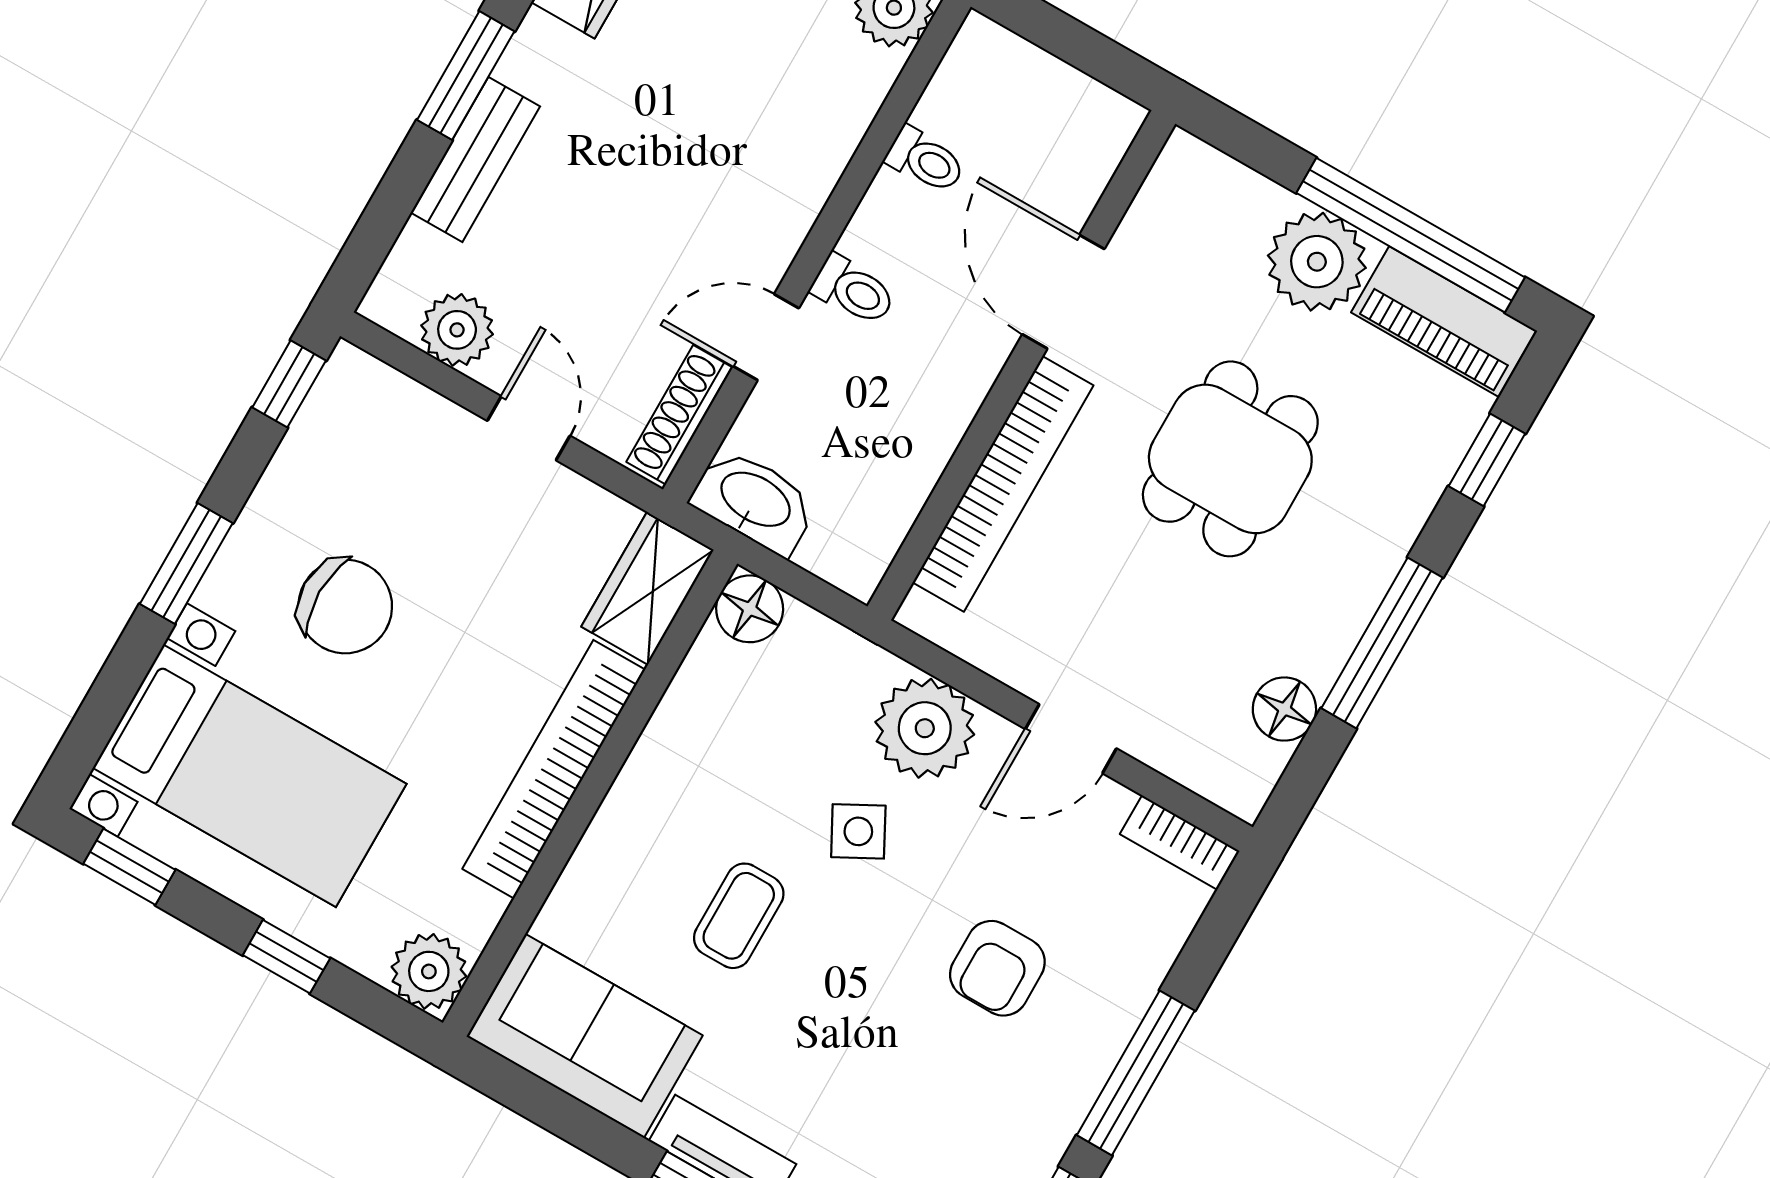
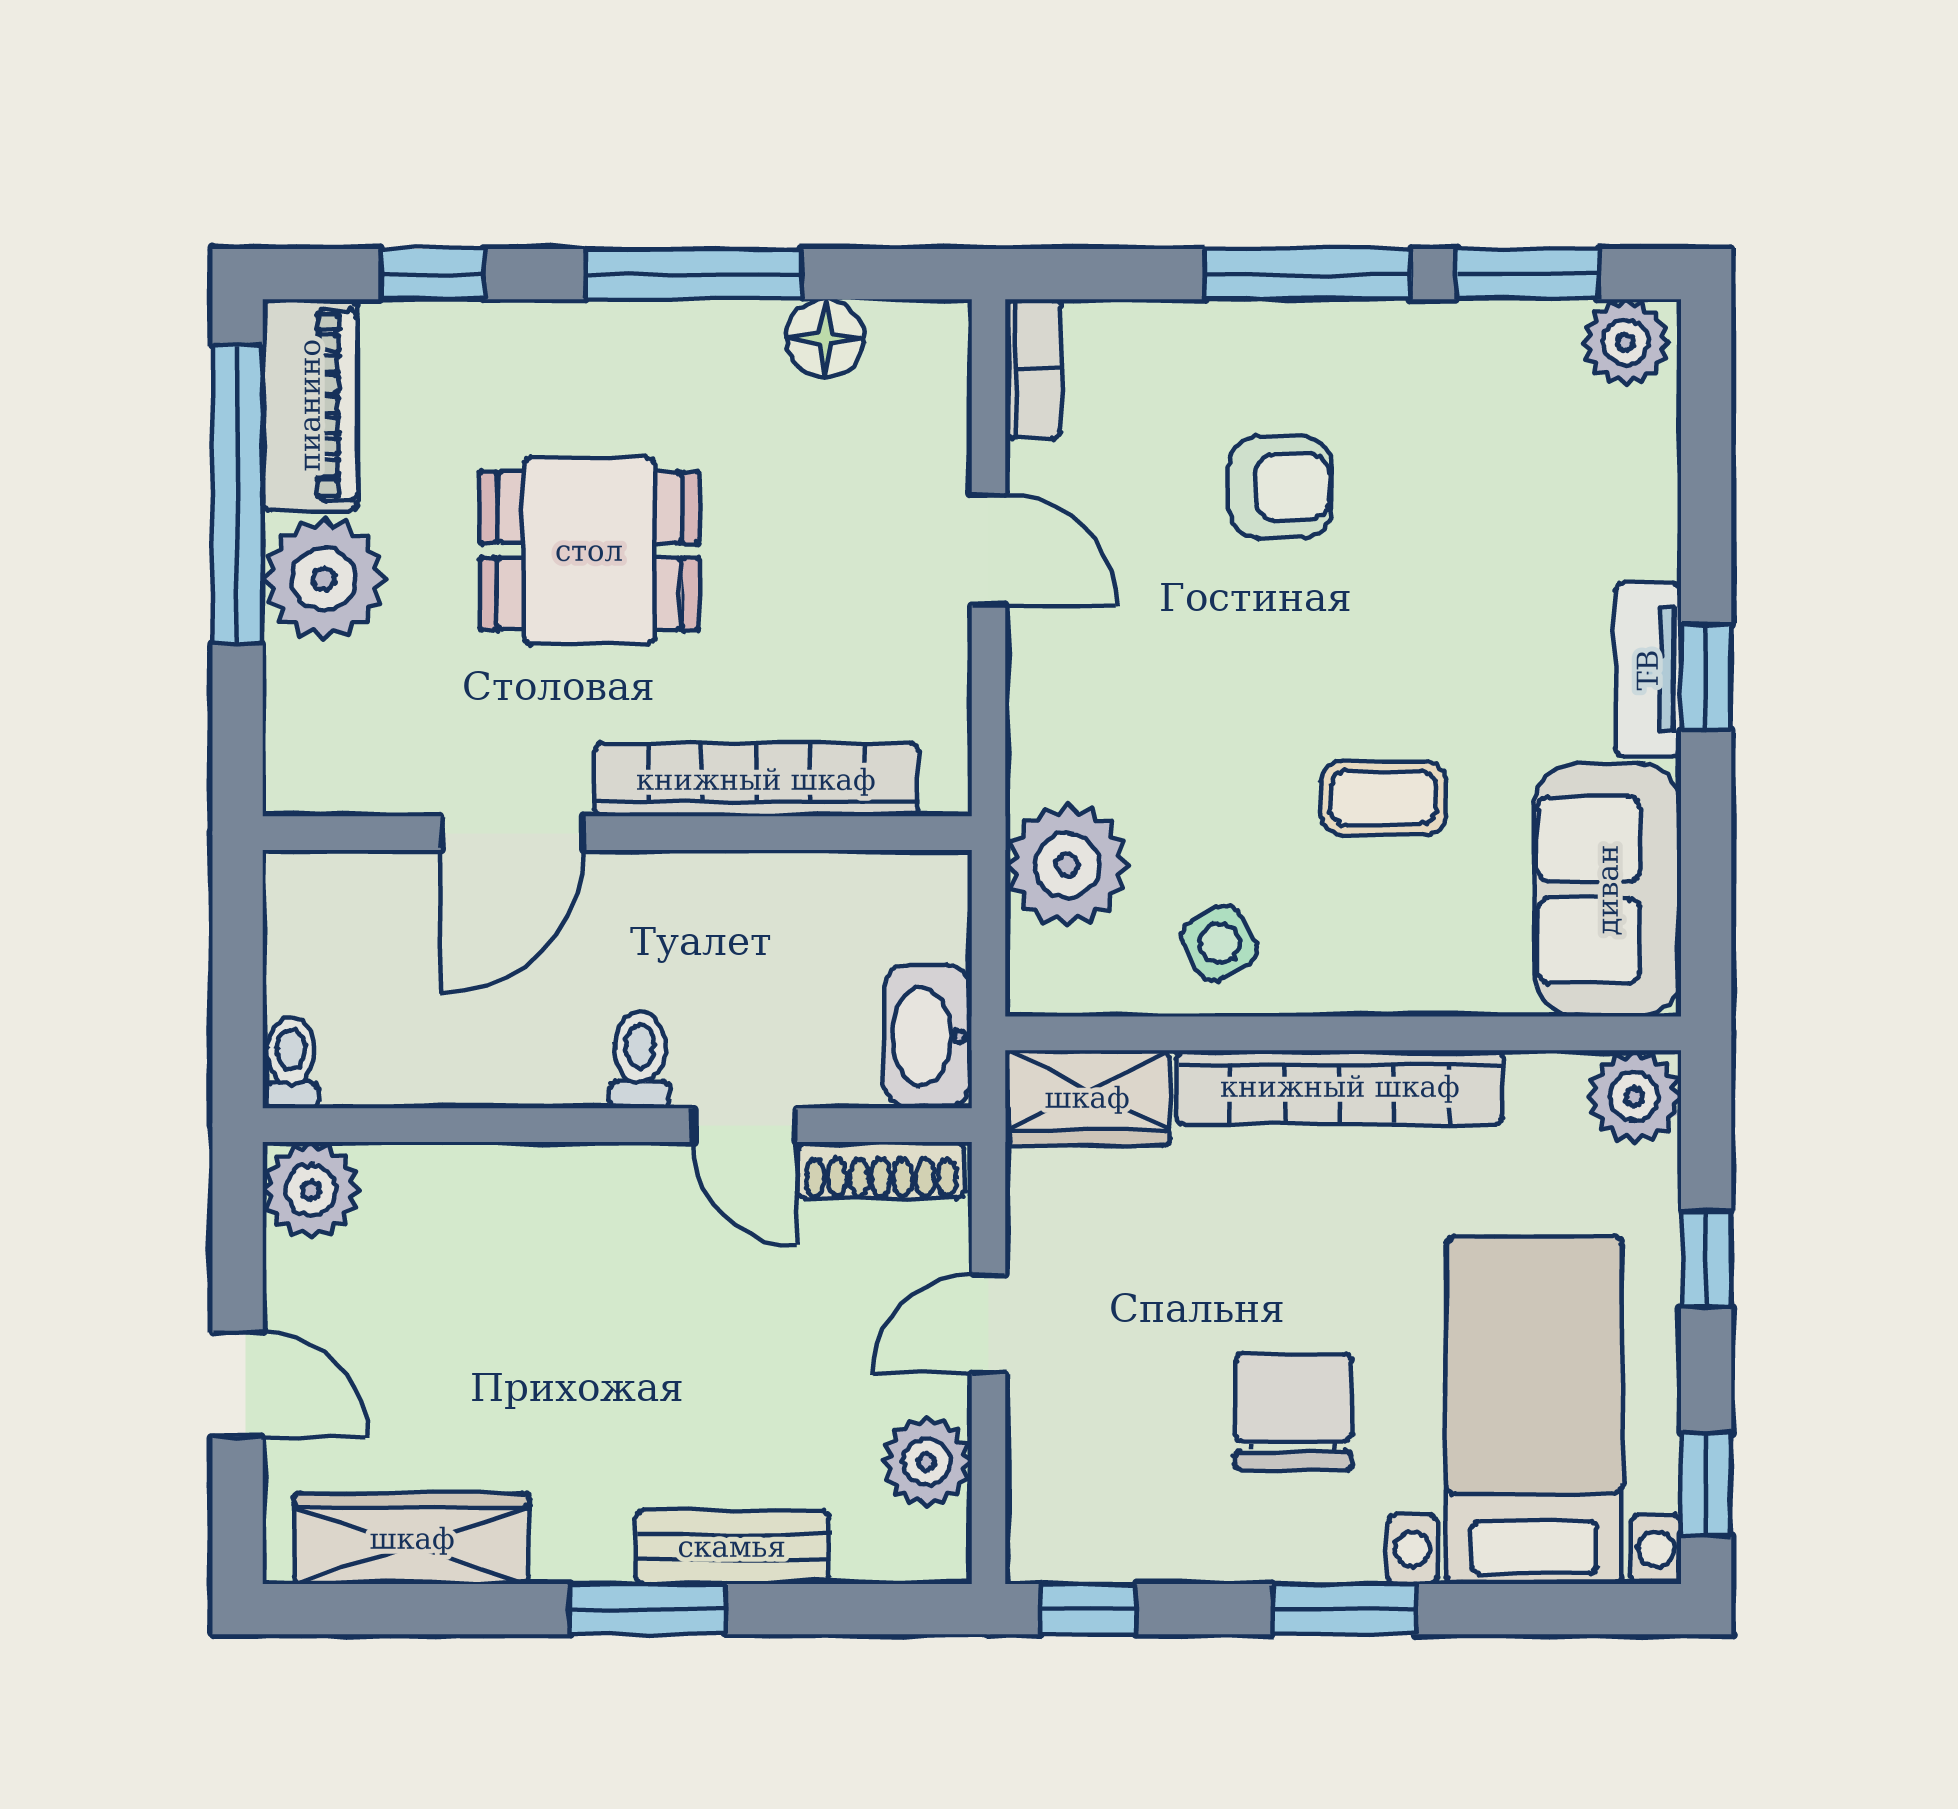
toilet: (925, 160) -> (291, 1063), moved
floor lamp: (750, 609) -> (1047, 975), removed
plant: (925, 728) -> (1067, 865), moved
side table: (858, 831) -> (1219, 943), moved

